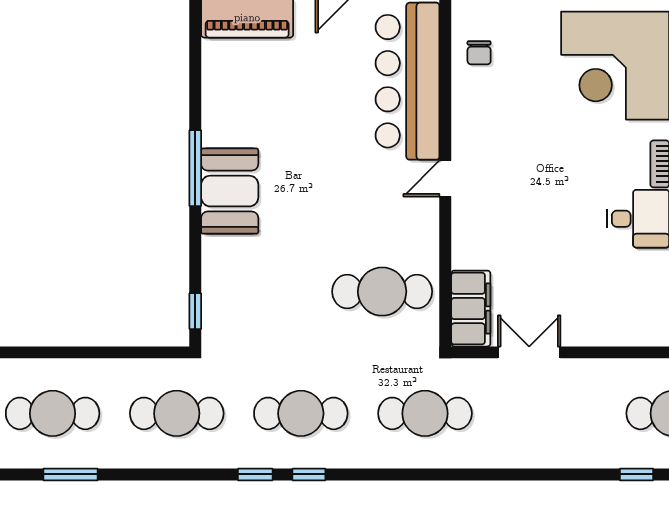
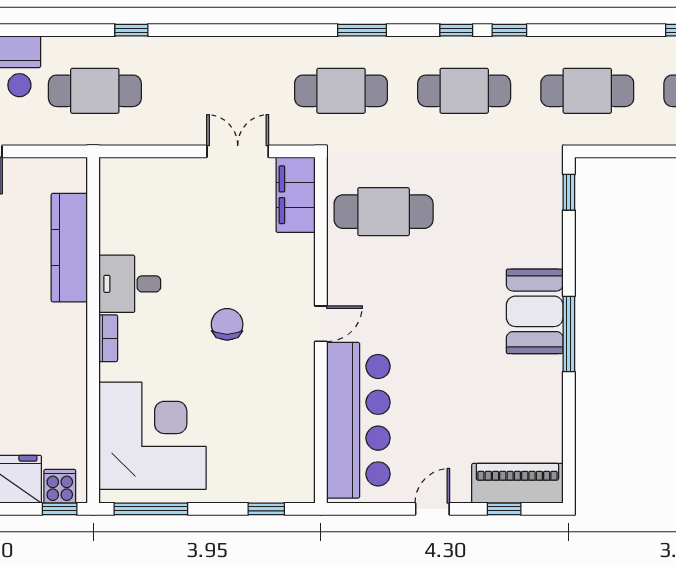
chair: (479, 53) -> (227, 324), moved, width x1.37, depth x1.37
double door: (529, 352) -> (238, 151), swing flipped
window: (404, 474) -> (362, 30), added

